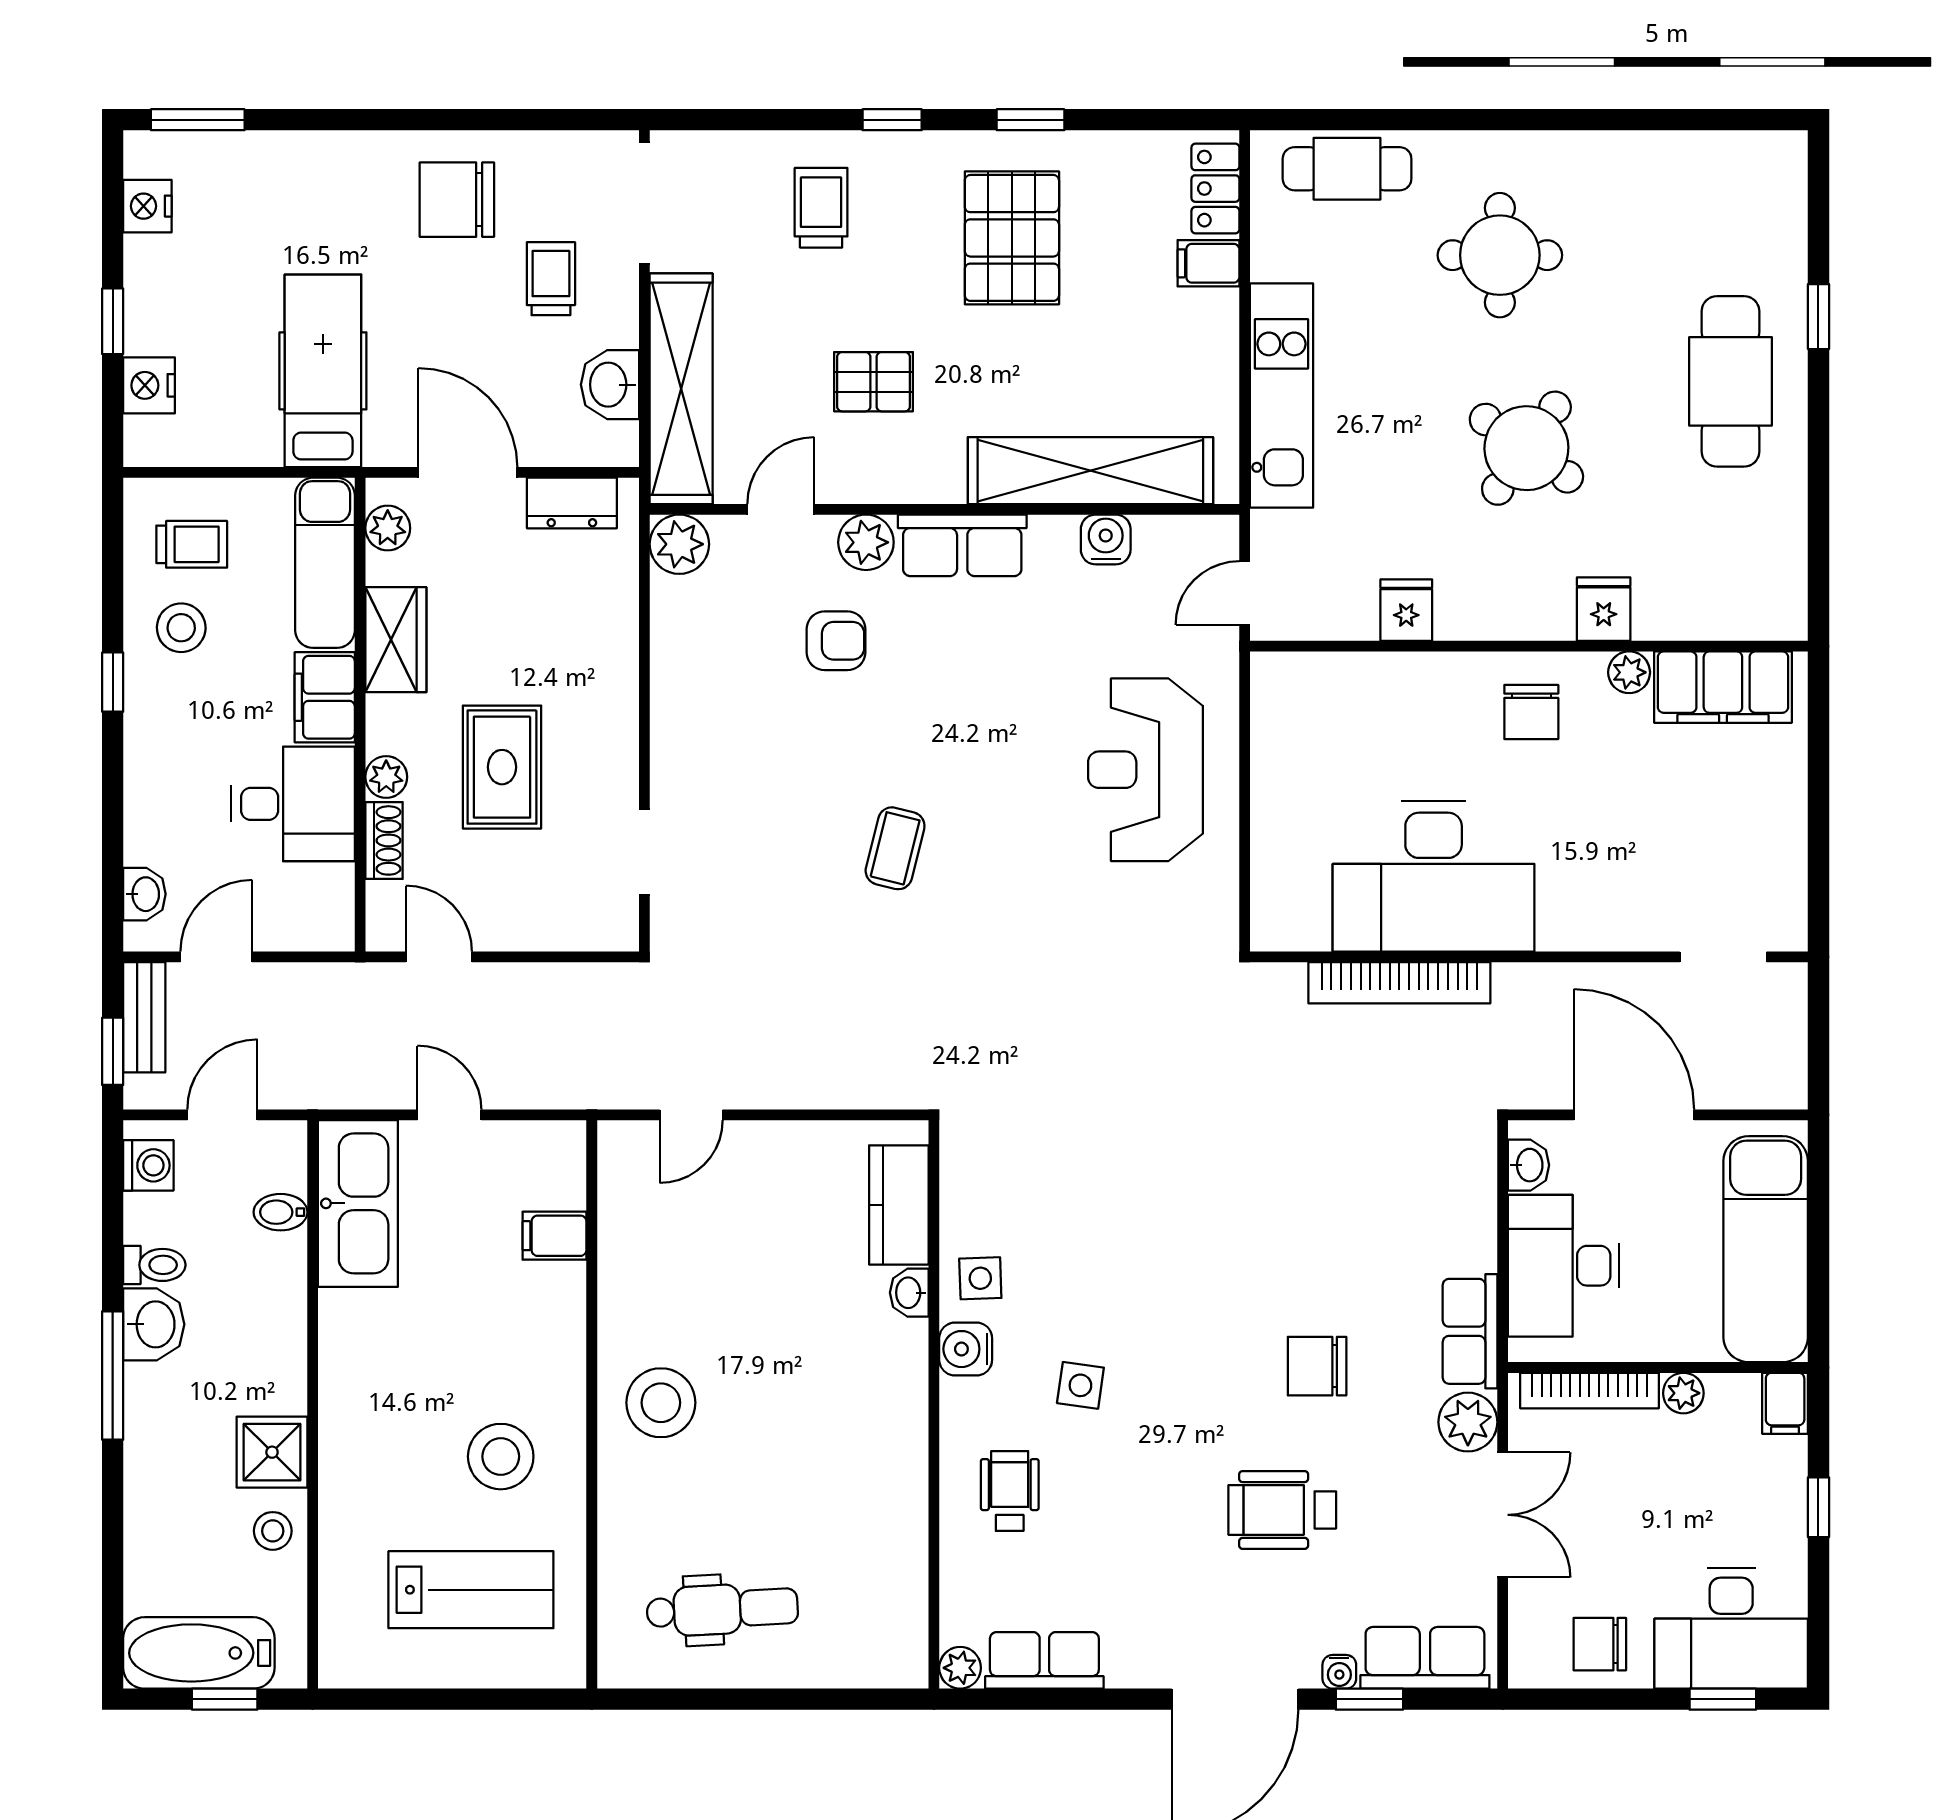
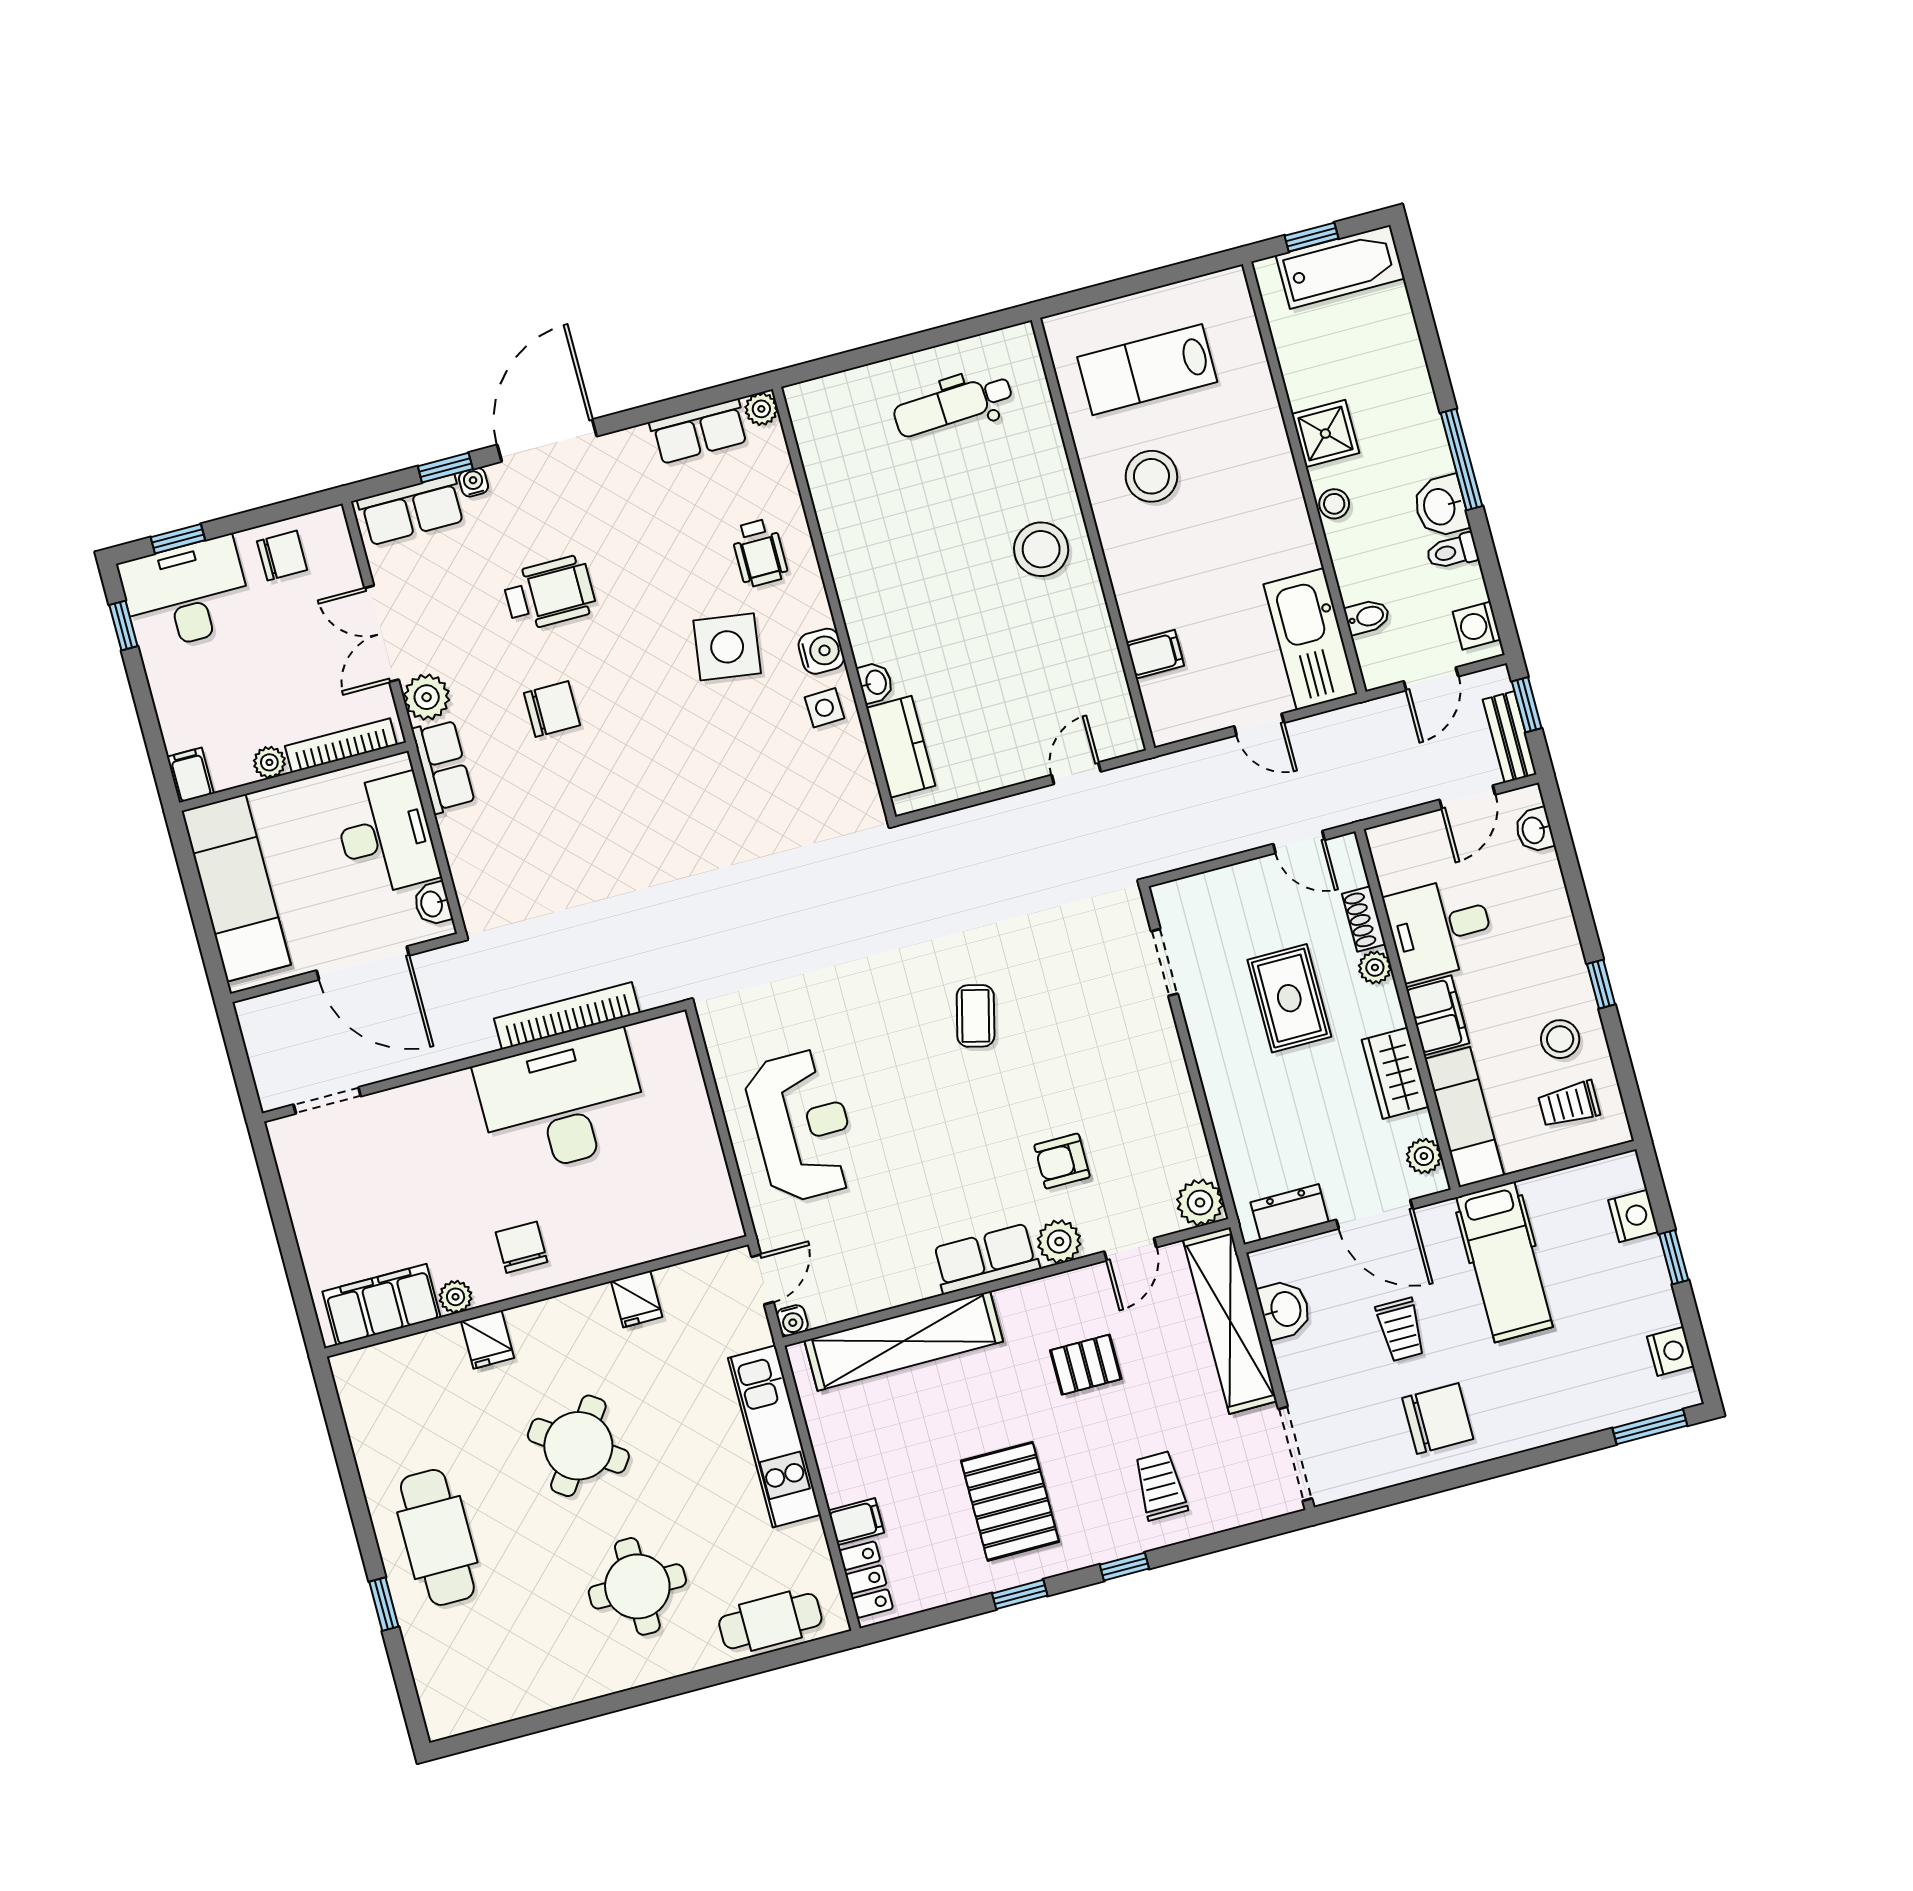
trolley: (821, 208) -> (1161, 1486), turned 180
trolley: (551, 279) -> (1401, 1330), moved
water cooler: (1106, 539) -> (792, 1320), moved, width x0.72, depth x0.72
side table: (1080, 1385) -> (727, 647), width x1.87, depth x1.87
window: (1818, 1507) -> (123, 625), moved
stool: (273, 1531) -> (1334, 504), moved

